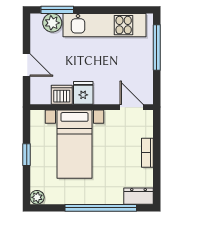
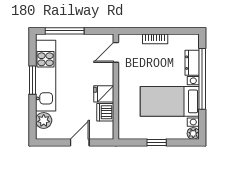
window: (57, 10) -> (32, 80), moved
bed with nightstands: (75, 144) -> (170, 101), moved, turned 180
dresser: (139, 196) -> (192, 63), moved

